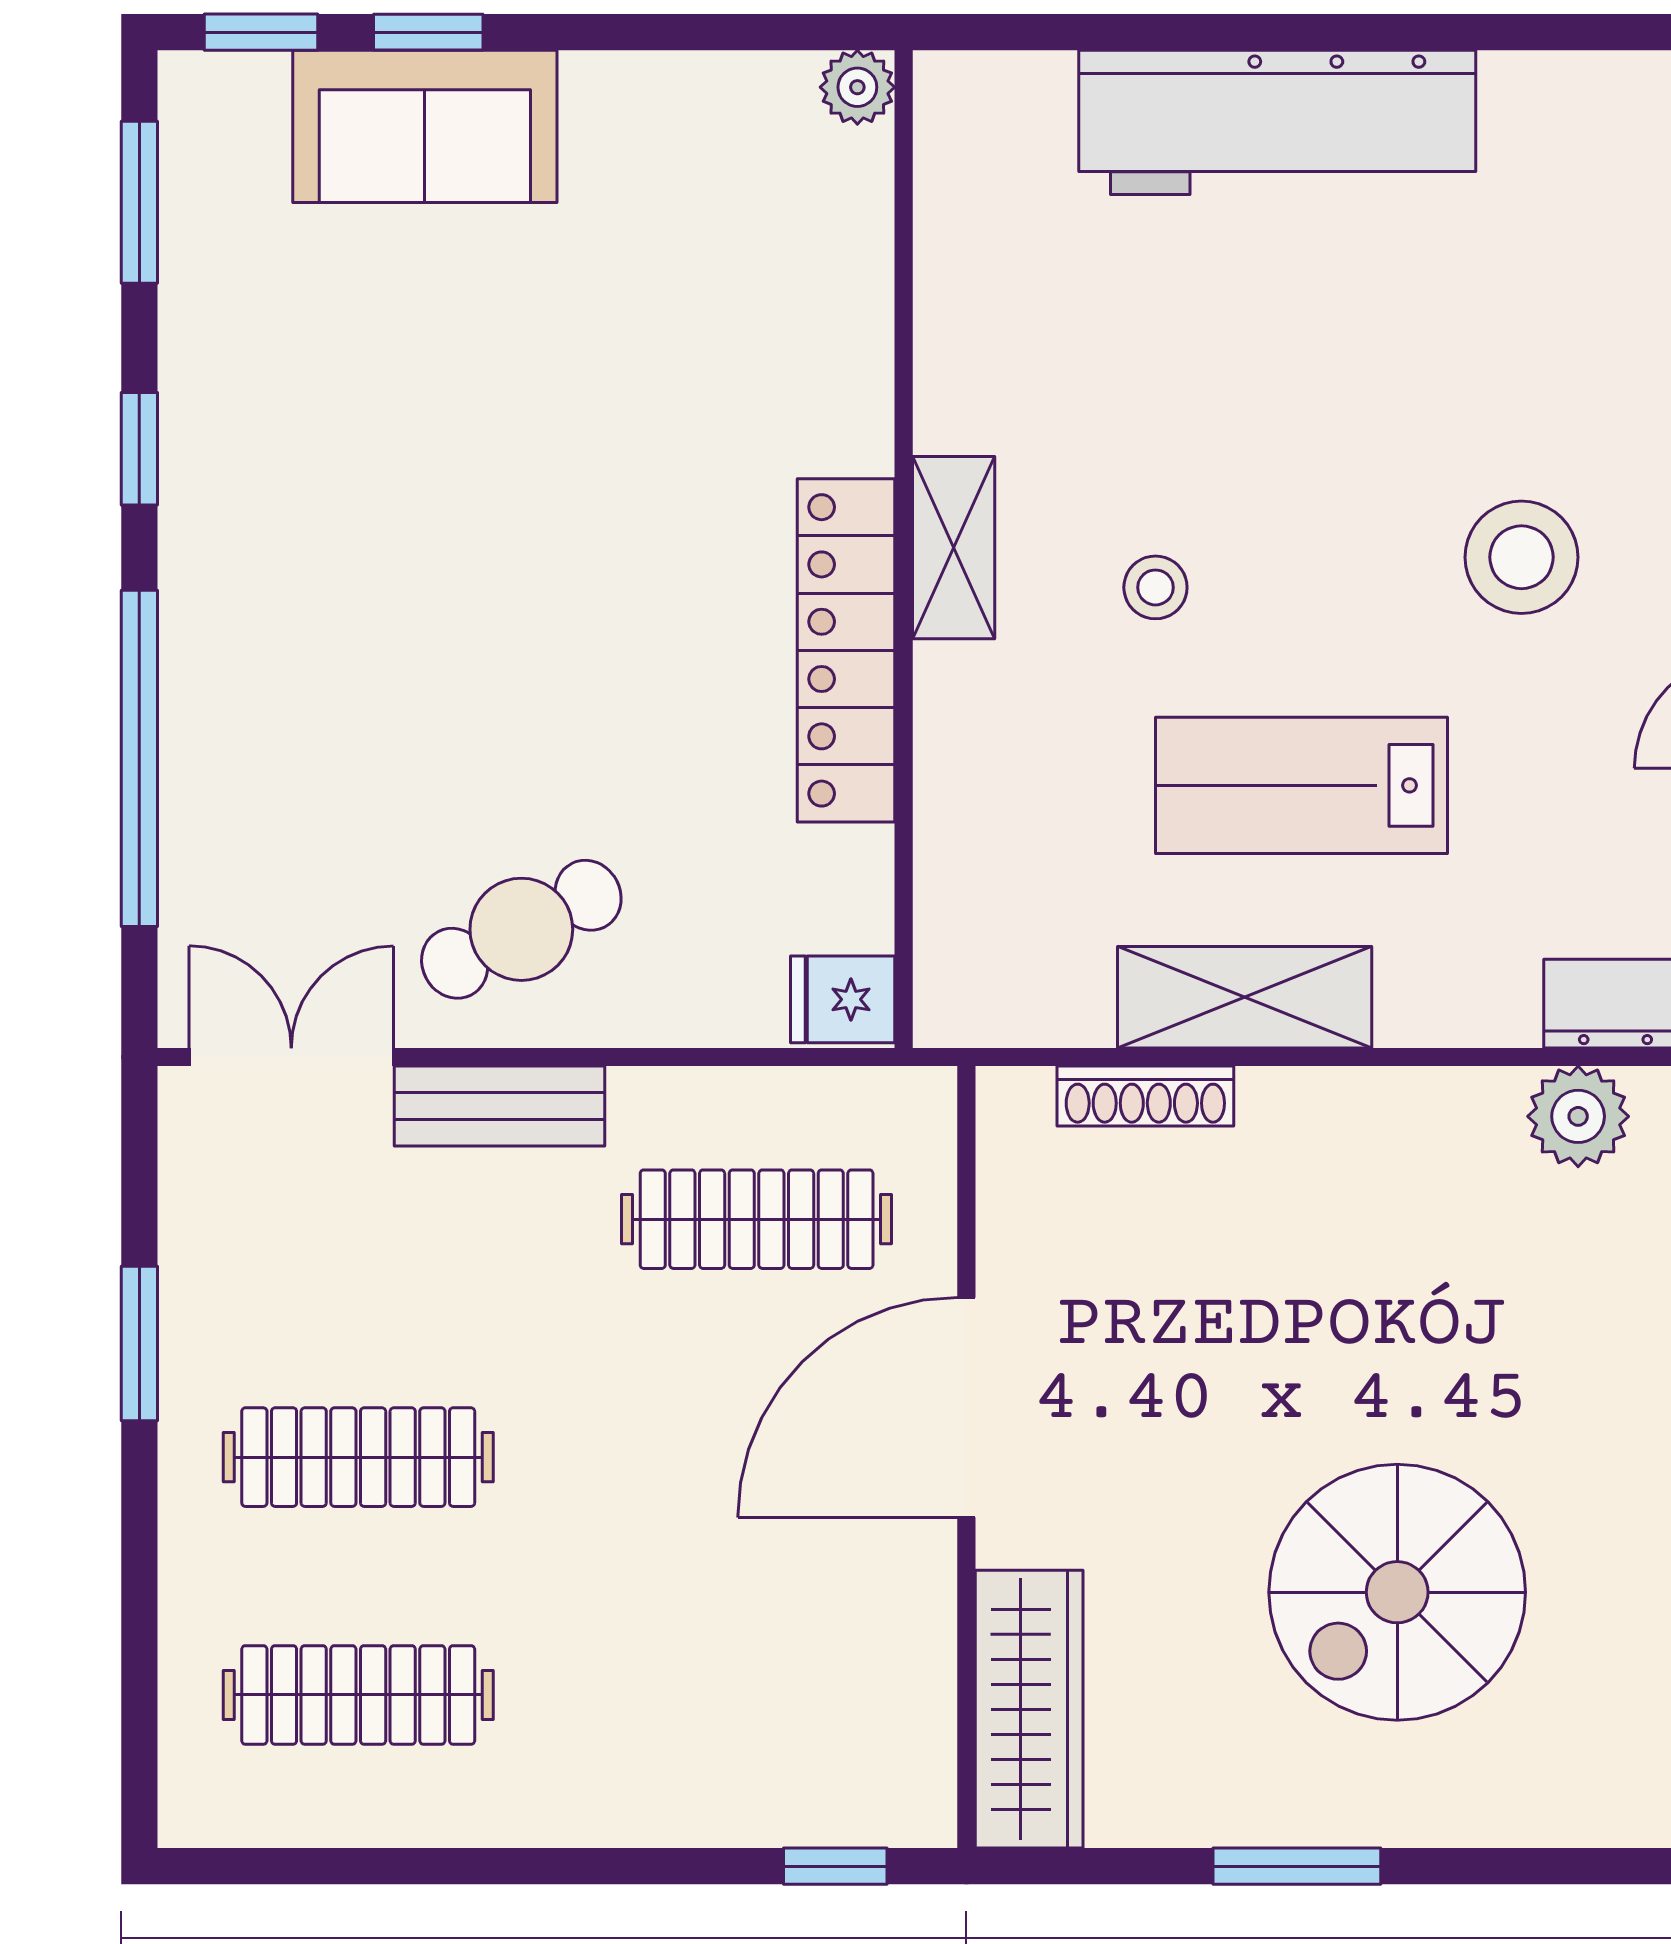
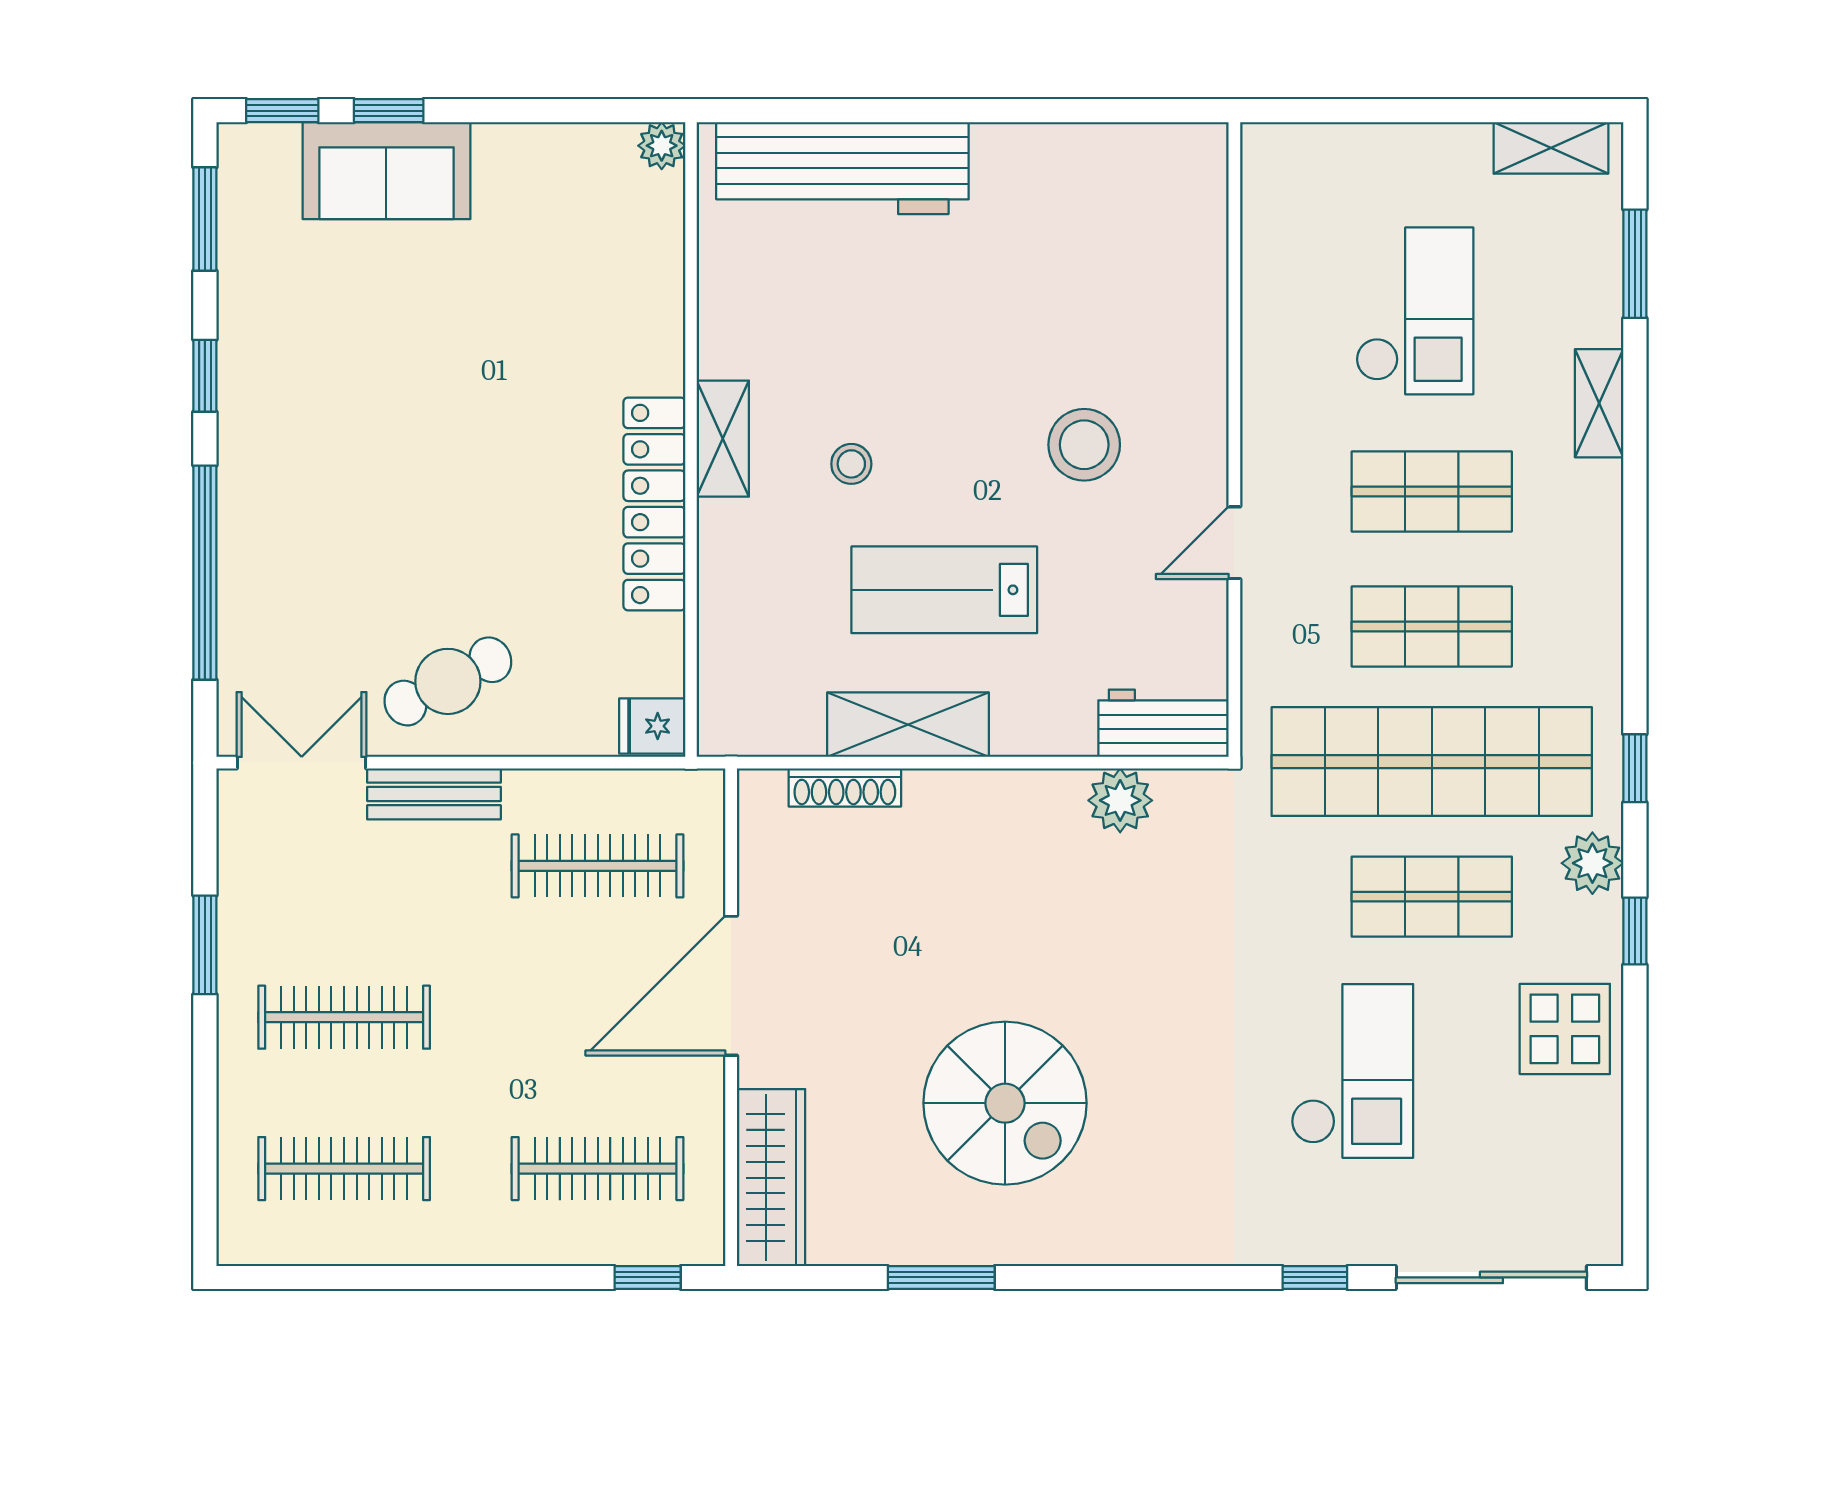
workbench: (1277, 122) -> (842, 168), moved
spiral stairs: (1397, 1592) -> (1005, 1103), turned -90
clothes rail: (757, 1695) -> (598, 1169), added

